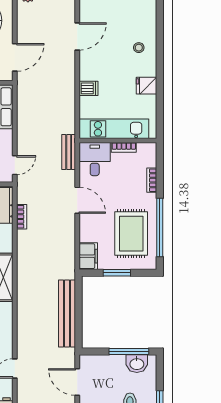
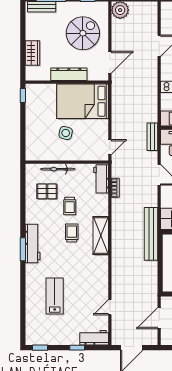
bench: (67, 314) -> (151, 234), moved
door: (77, 382) -> (159, 318), hinge flipped

